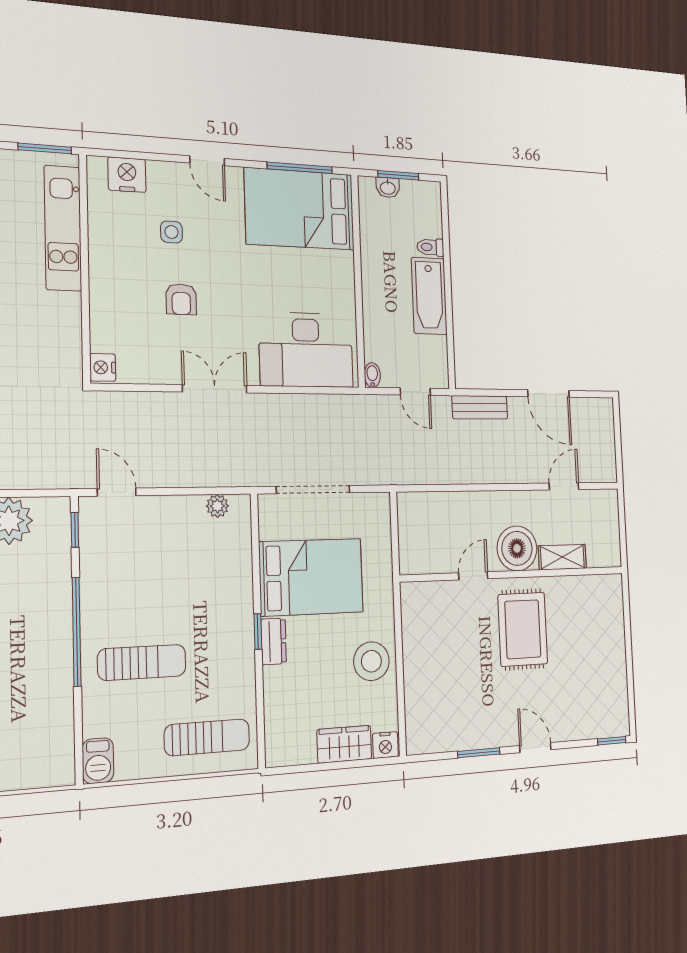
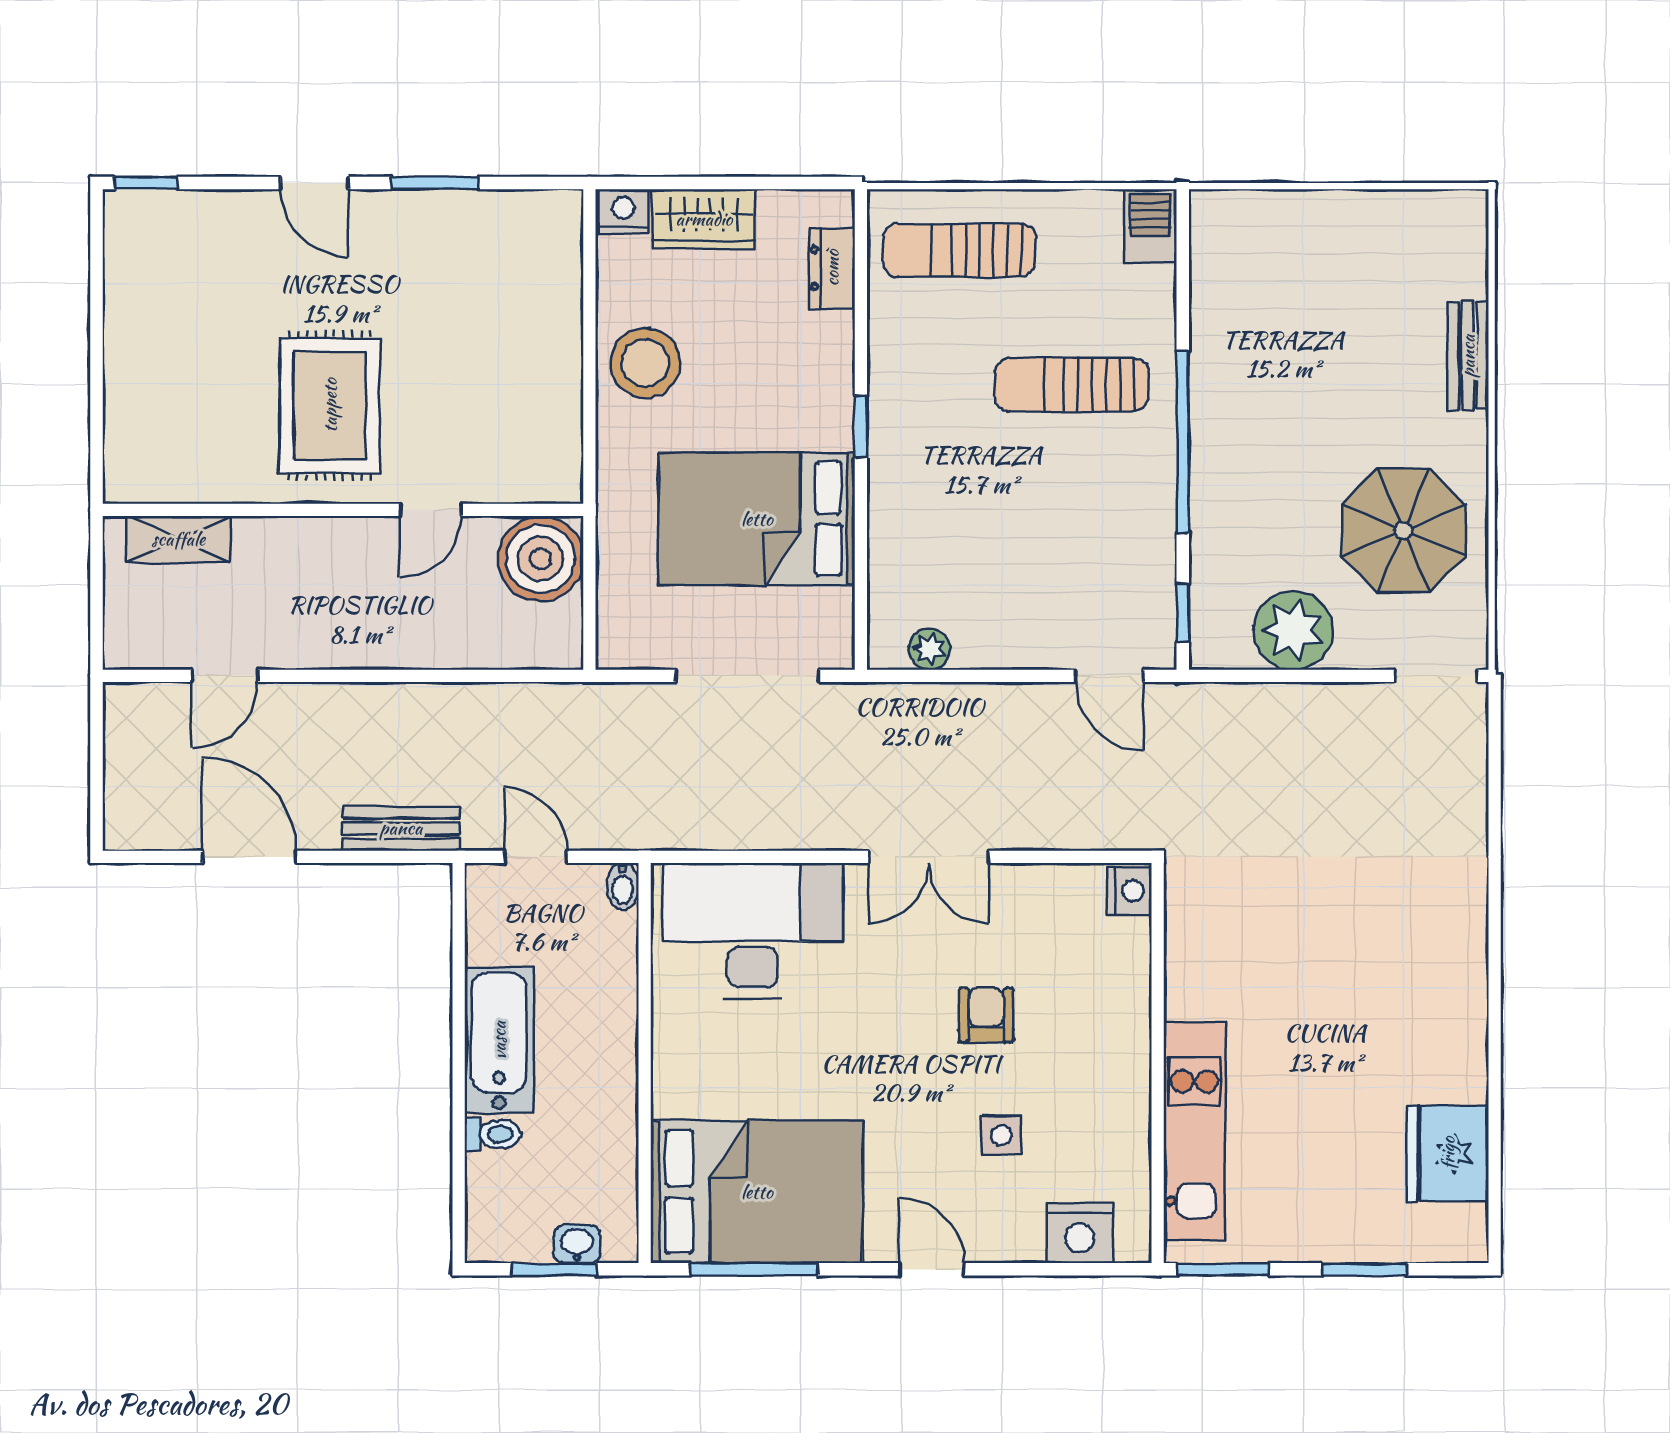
boiler: (517, 548) -> (541, 559), moved
shelving: (562, 557) -> (178, 539), moved
dresser: (274, 641) -> (832, 268), moved

